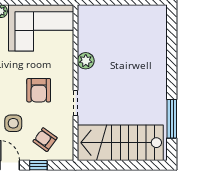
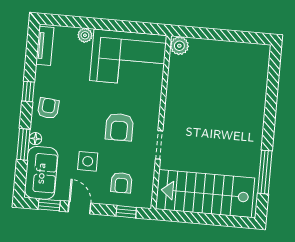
plant: (86, 61) -> (179, 46), moved
armchair: (45, 140) -> (121, 183), turned -126
window: (38, 165) -> (126, 212), moved

